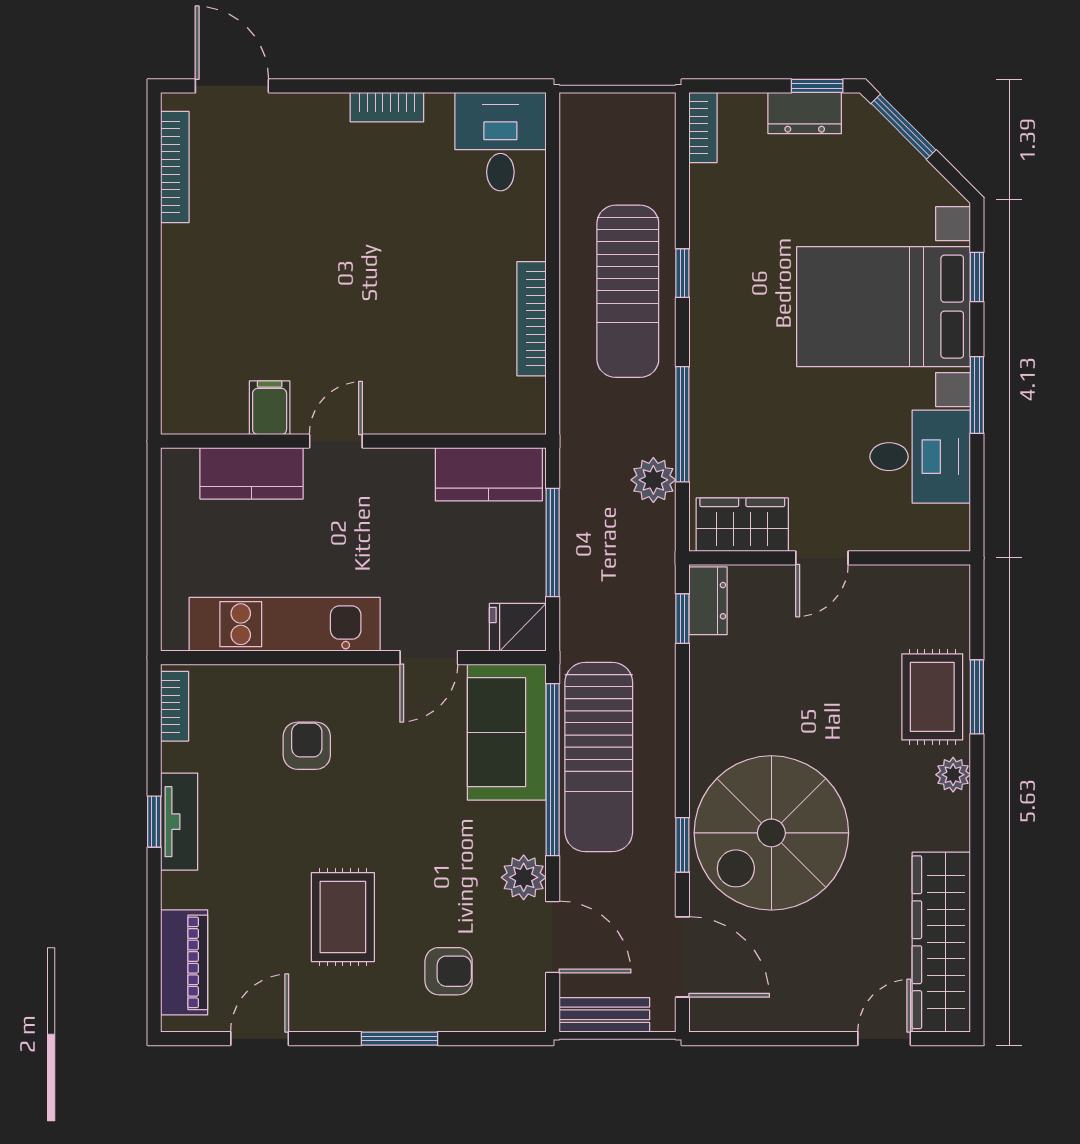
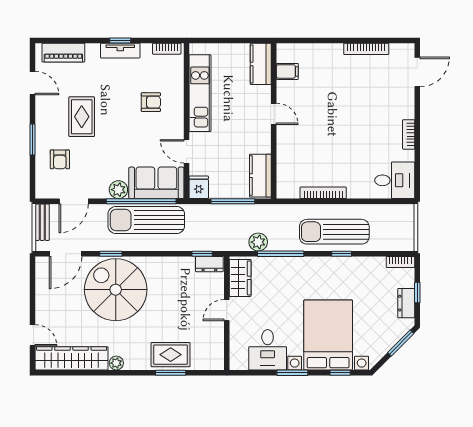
window: (817, 86) -> (417, 293), moved
bookcase: (175, 167) -> (366, 49), moved
filing cabinet: (270, 408) -> (287, 71), moved
kitchen counter: (252, 473) -> (261, 64), moved
door: (822, 558) -> (227, 310), hinge flipped
plant: (953, 775) -> (116, 363), moved
plant: (524, 877) -> (118, 190), moved
rug: (343, 917) -> (82, 117), turned 90

